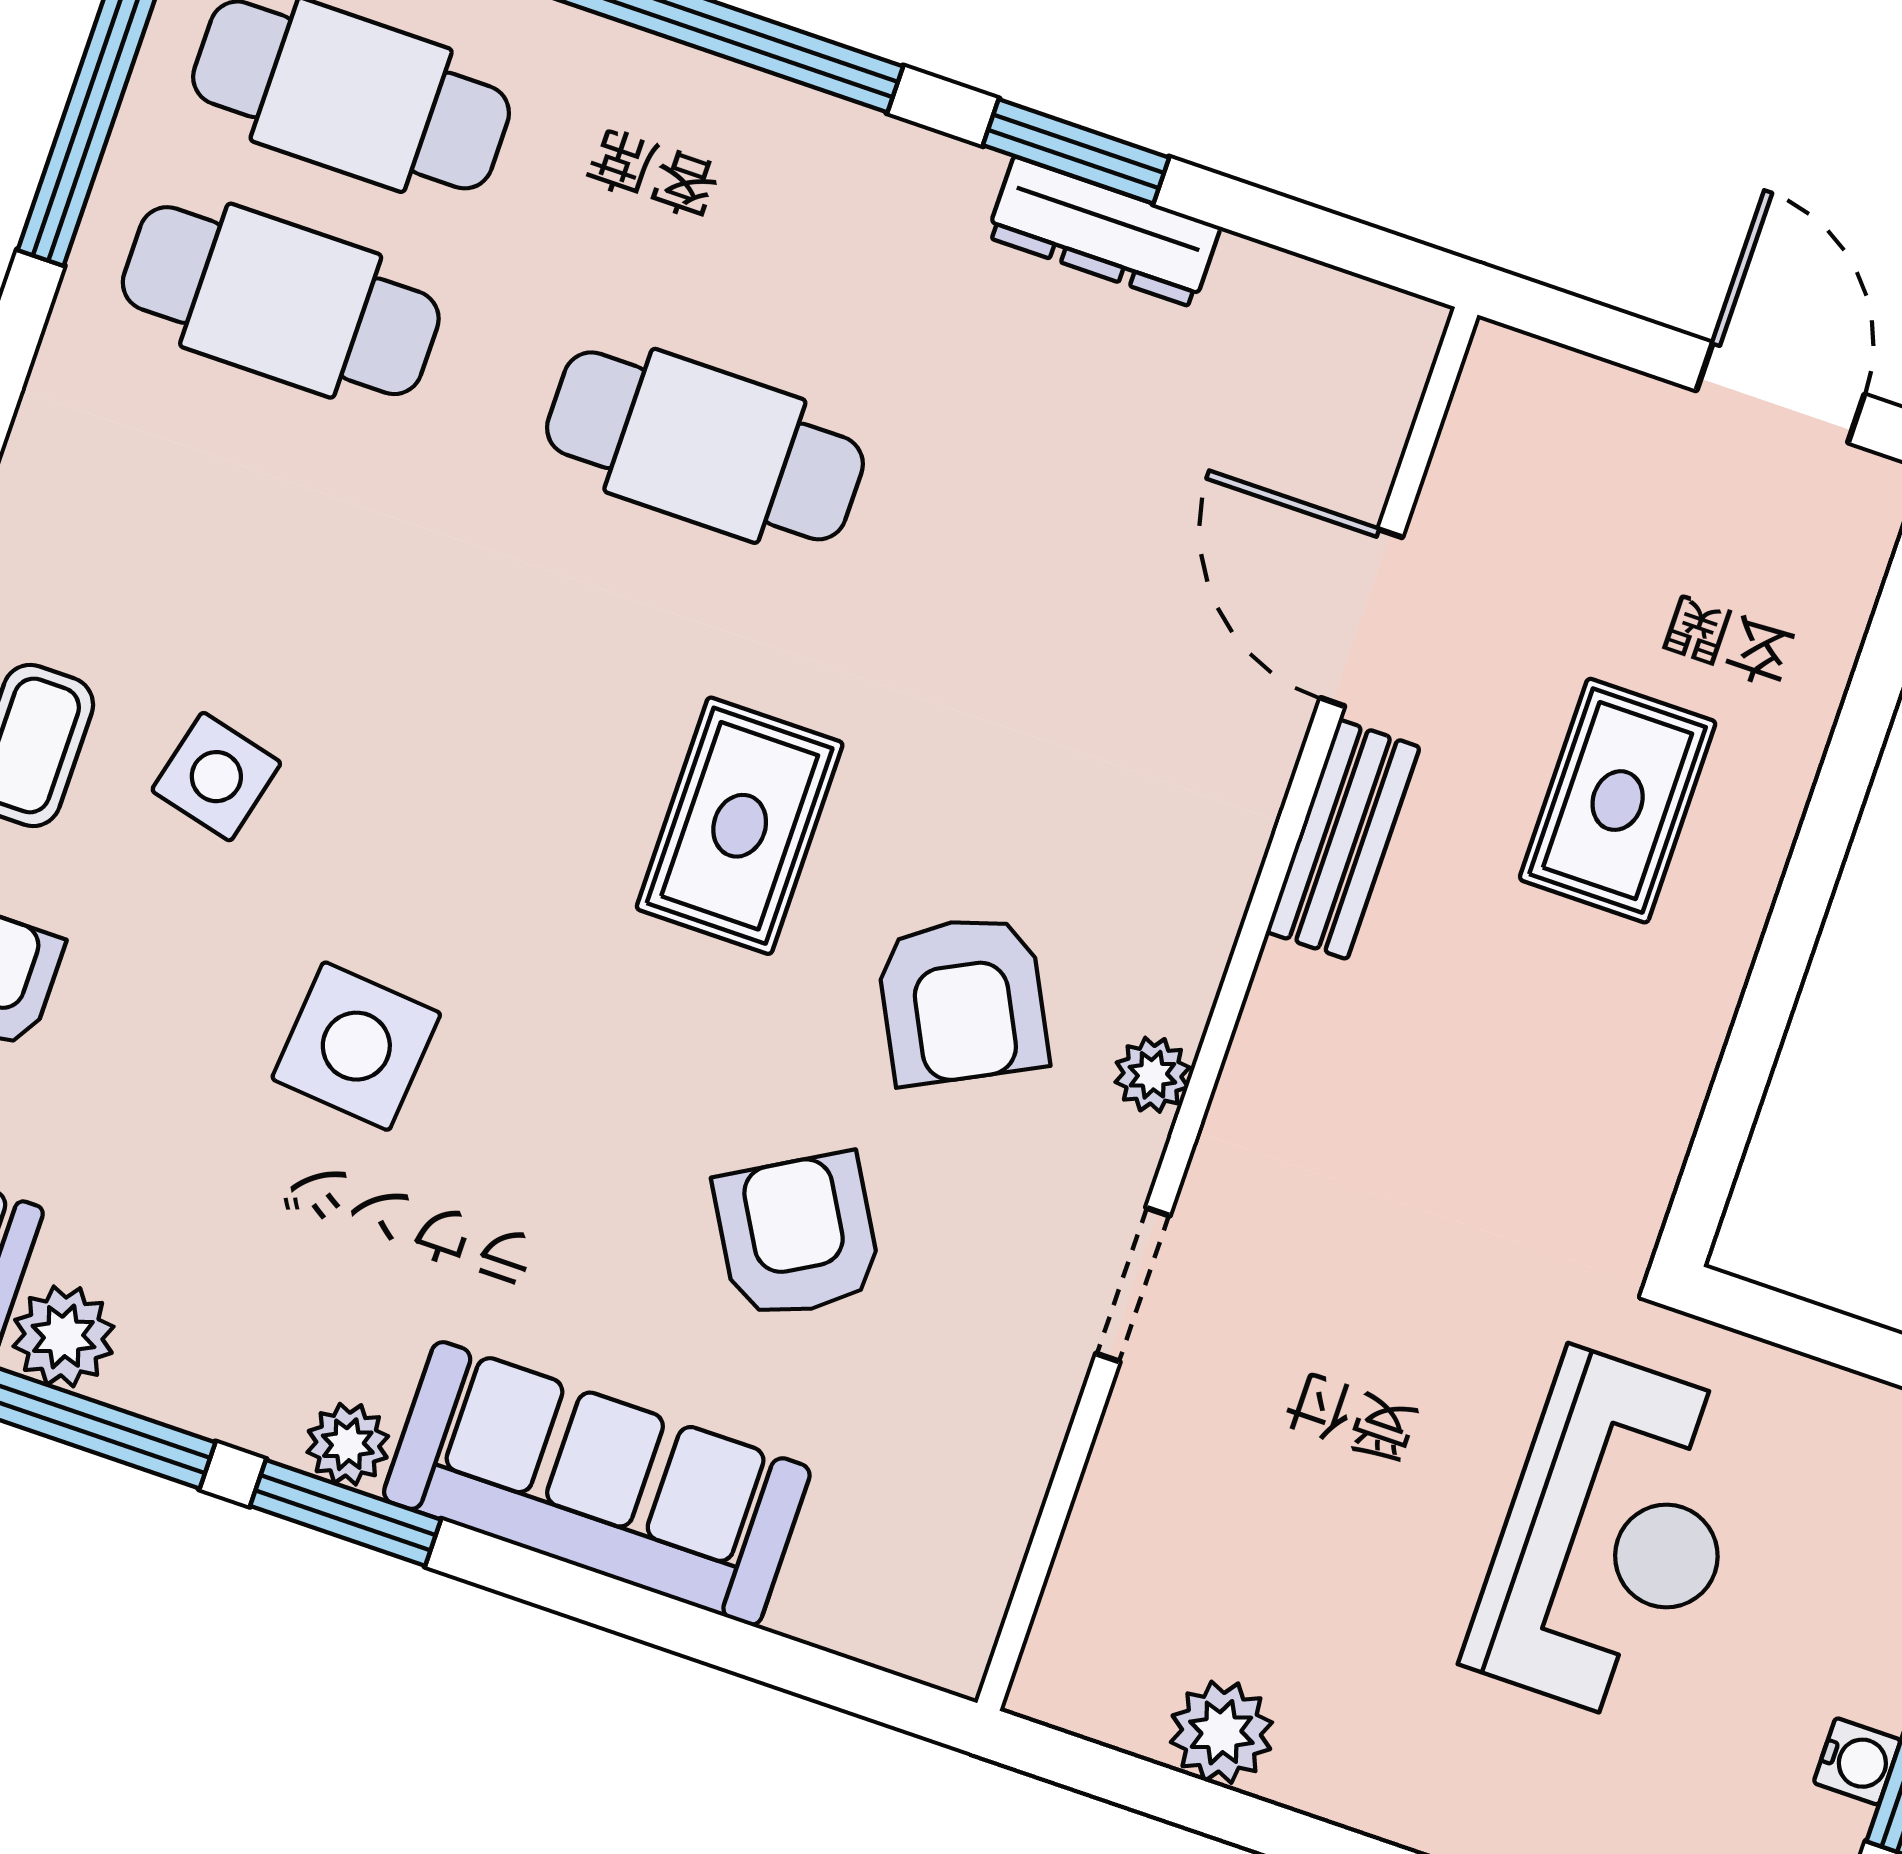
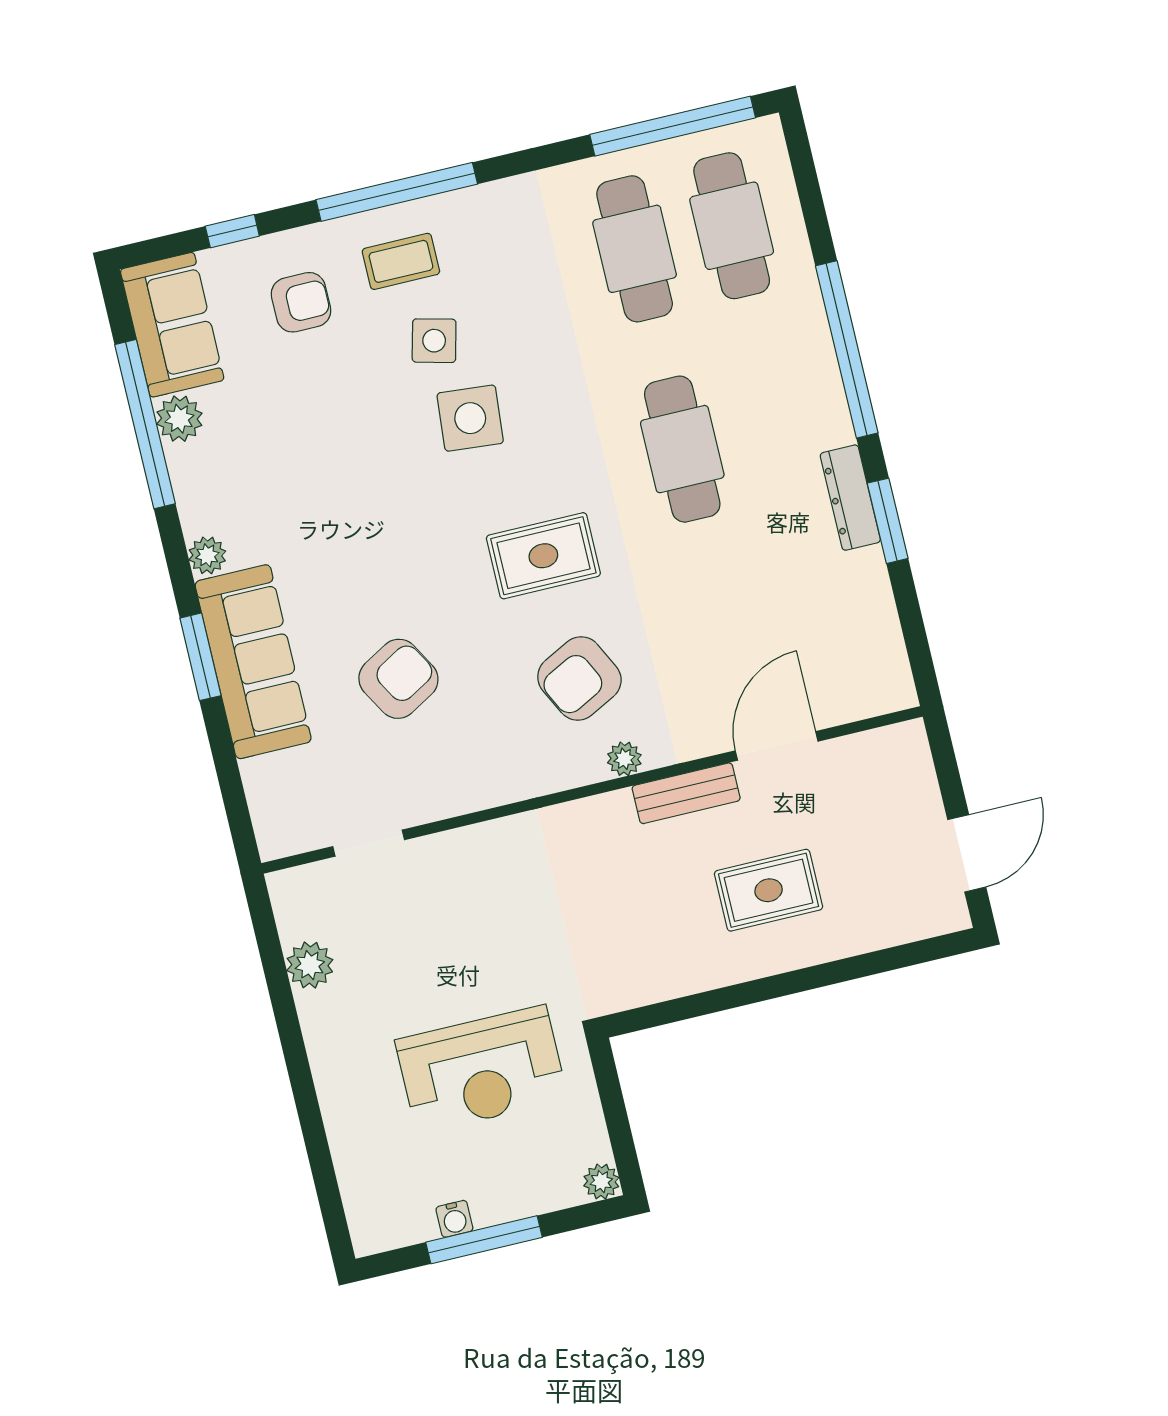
dresser: (1104, 232) -> (850, 498), moved
armchair: (962, 1000) -> (579, 678), moved
side table: (356, 1046) -> (470, 418), moved
plant: (1152, 1075) -> (624, 759), moved
doorway: (1133, 1285) -> (369, 843), moved
window: (346, 1513) -> (201, 657), moved

